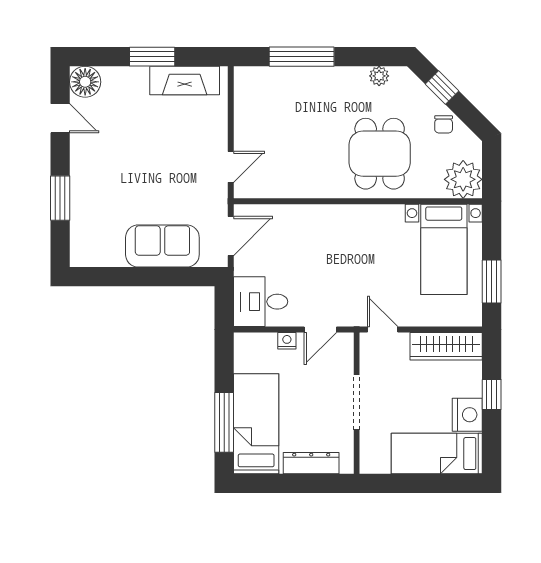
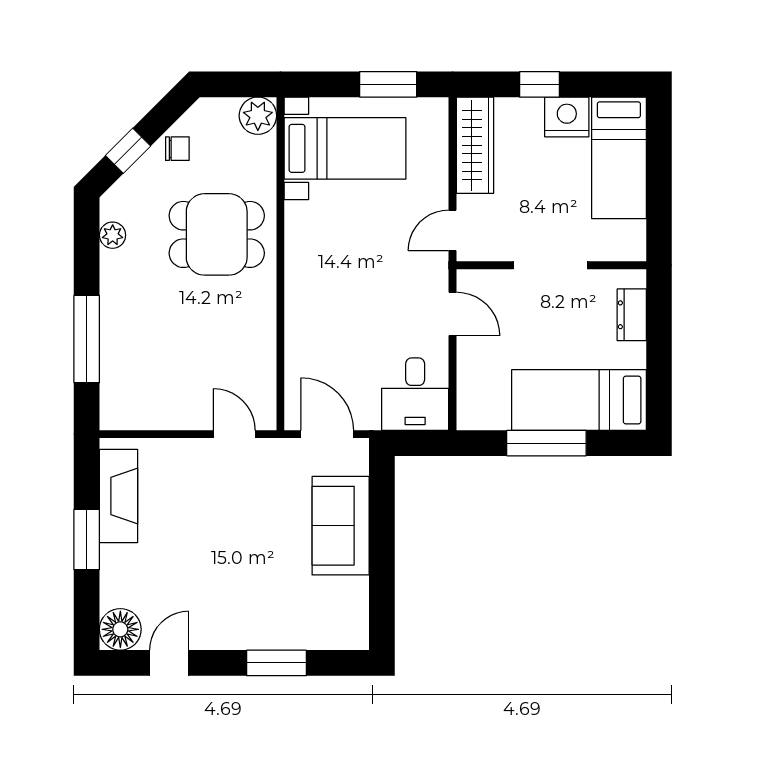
plant: (463, 179) -> (258, 116), width x0.73, depth x0.73
nightstand: (287, 341) -> (468, 359), removed
window: (224, 422) -> (546, 443), moved
dresser: (311, 463) -> (632, 315), width x0.70

